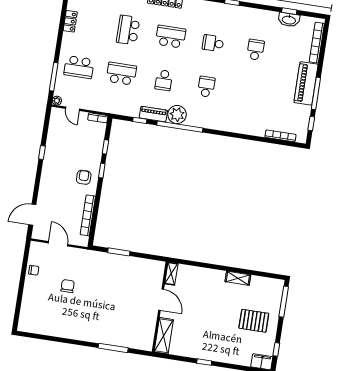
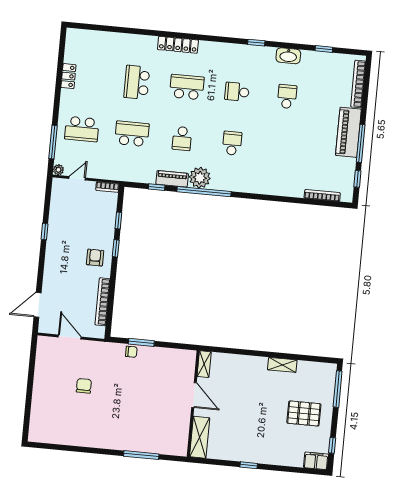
washbasin: (289, 20) -> (288, 56), moved
door: (72, 109) -> (77, 178), swing flipped
chair: (34, 270) -> (131, 352), moved

